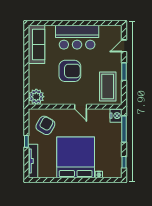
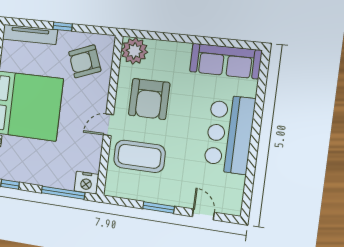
armchair: (70, 71) -> (149, 99), moved
coffee table: (108, 86) -> (139, 156), moved
armchair: (45, 125) -> (85, 61), turned 129

